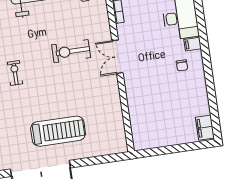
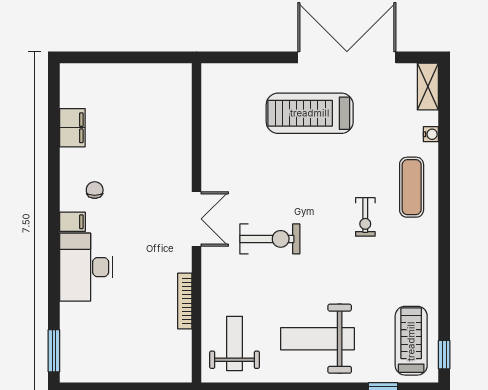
filing cabinet: (205, 128) -> (72, 128), moved

